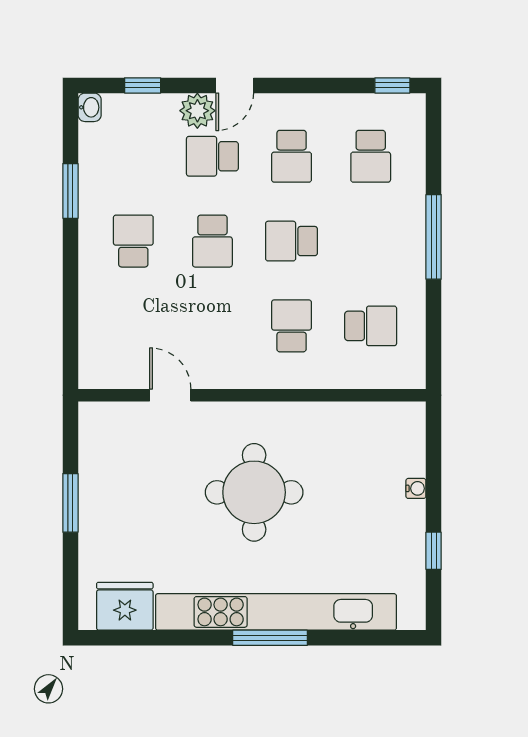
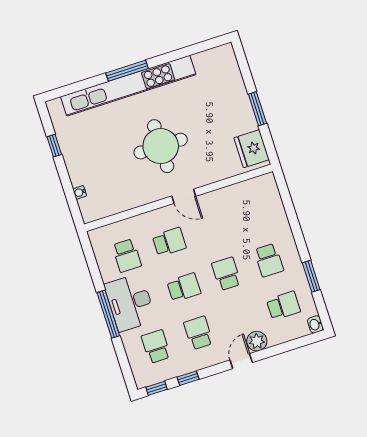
window: (143, 85) -> (188, 378), moved
school desk: (212, 156) -> (283, 306), moved
desk: (390, 245) -> (130, 302), added
school desk: (292, 326) -> (169, 242), turned -90
school desk: (371, 326) -> (127, 256), turned -90
door: (170, 395) -> (184, 196), moved
water cooler: (416, 488) -> (80, 192), moved
fridge: (125, 606) -> (252, 149), moved, turned 90

